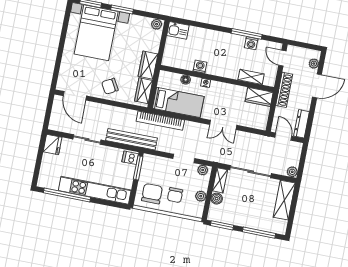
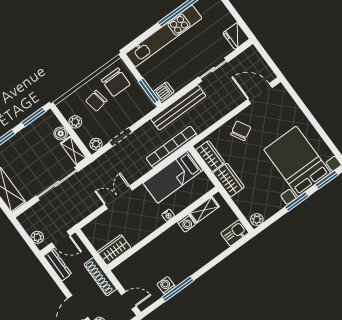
shelving: (251, 77) -> (204, 210), moved
floor lamp: (186, 80) -> (187, 201), removed
plant: (292, 172) -> (37, 237), moved
chair: (175, 195) -> (96, 101), turned -100

